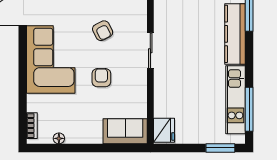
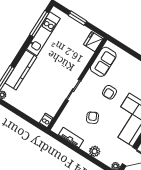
sofa: (125, 131) -> (103, 62), moved, turned -90
window: (220, 148) -> (78, 18), moved

